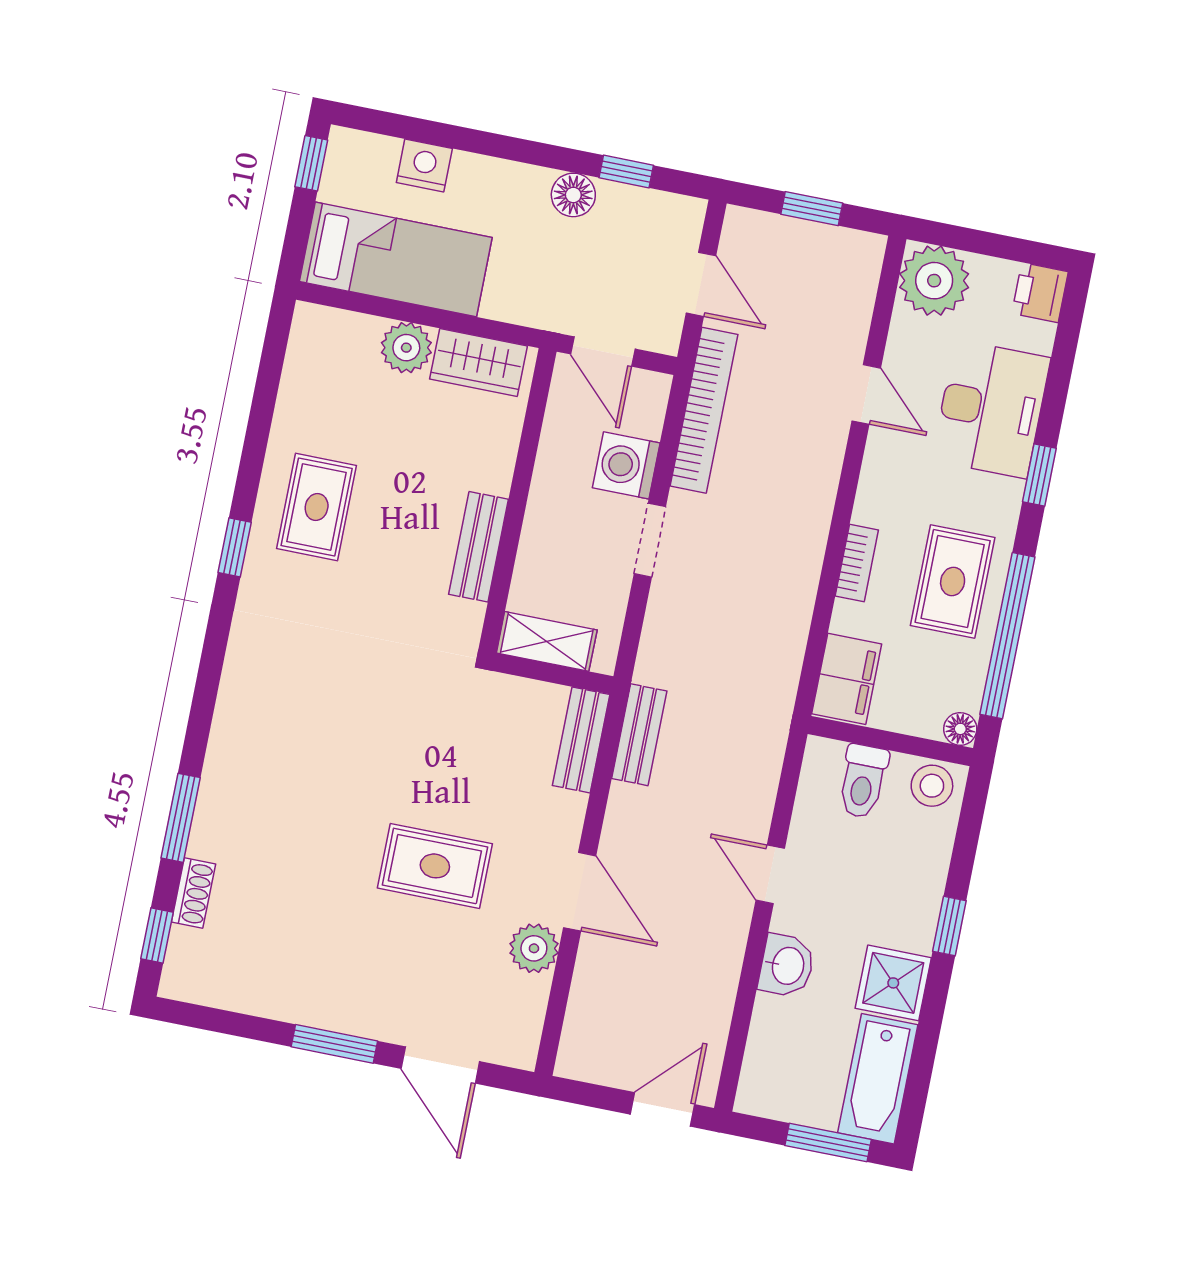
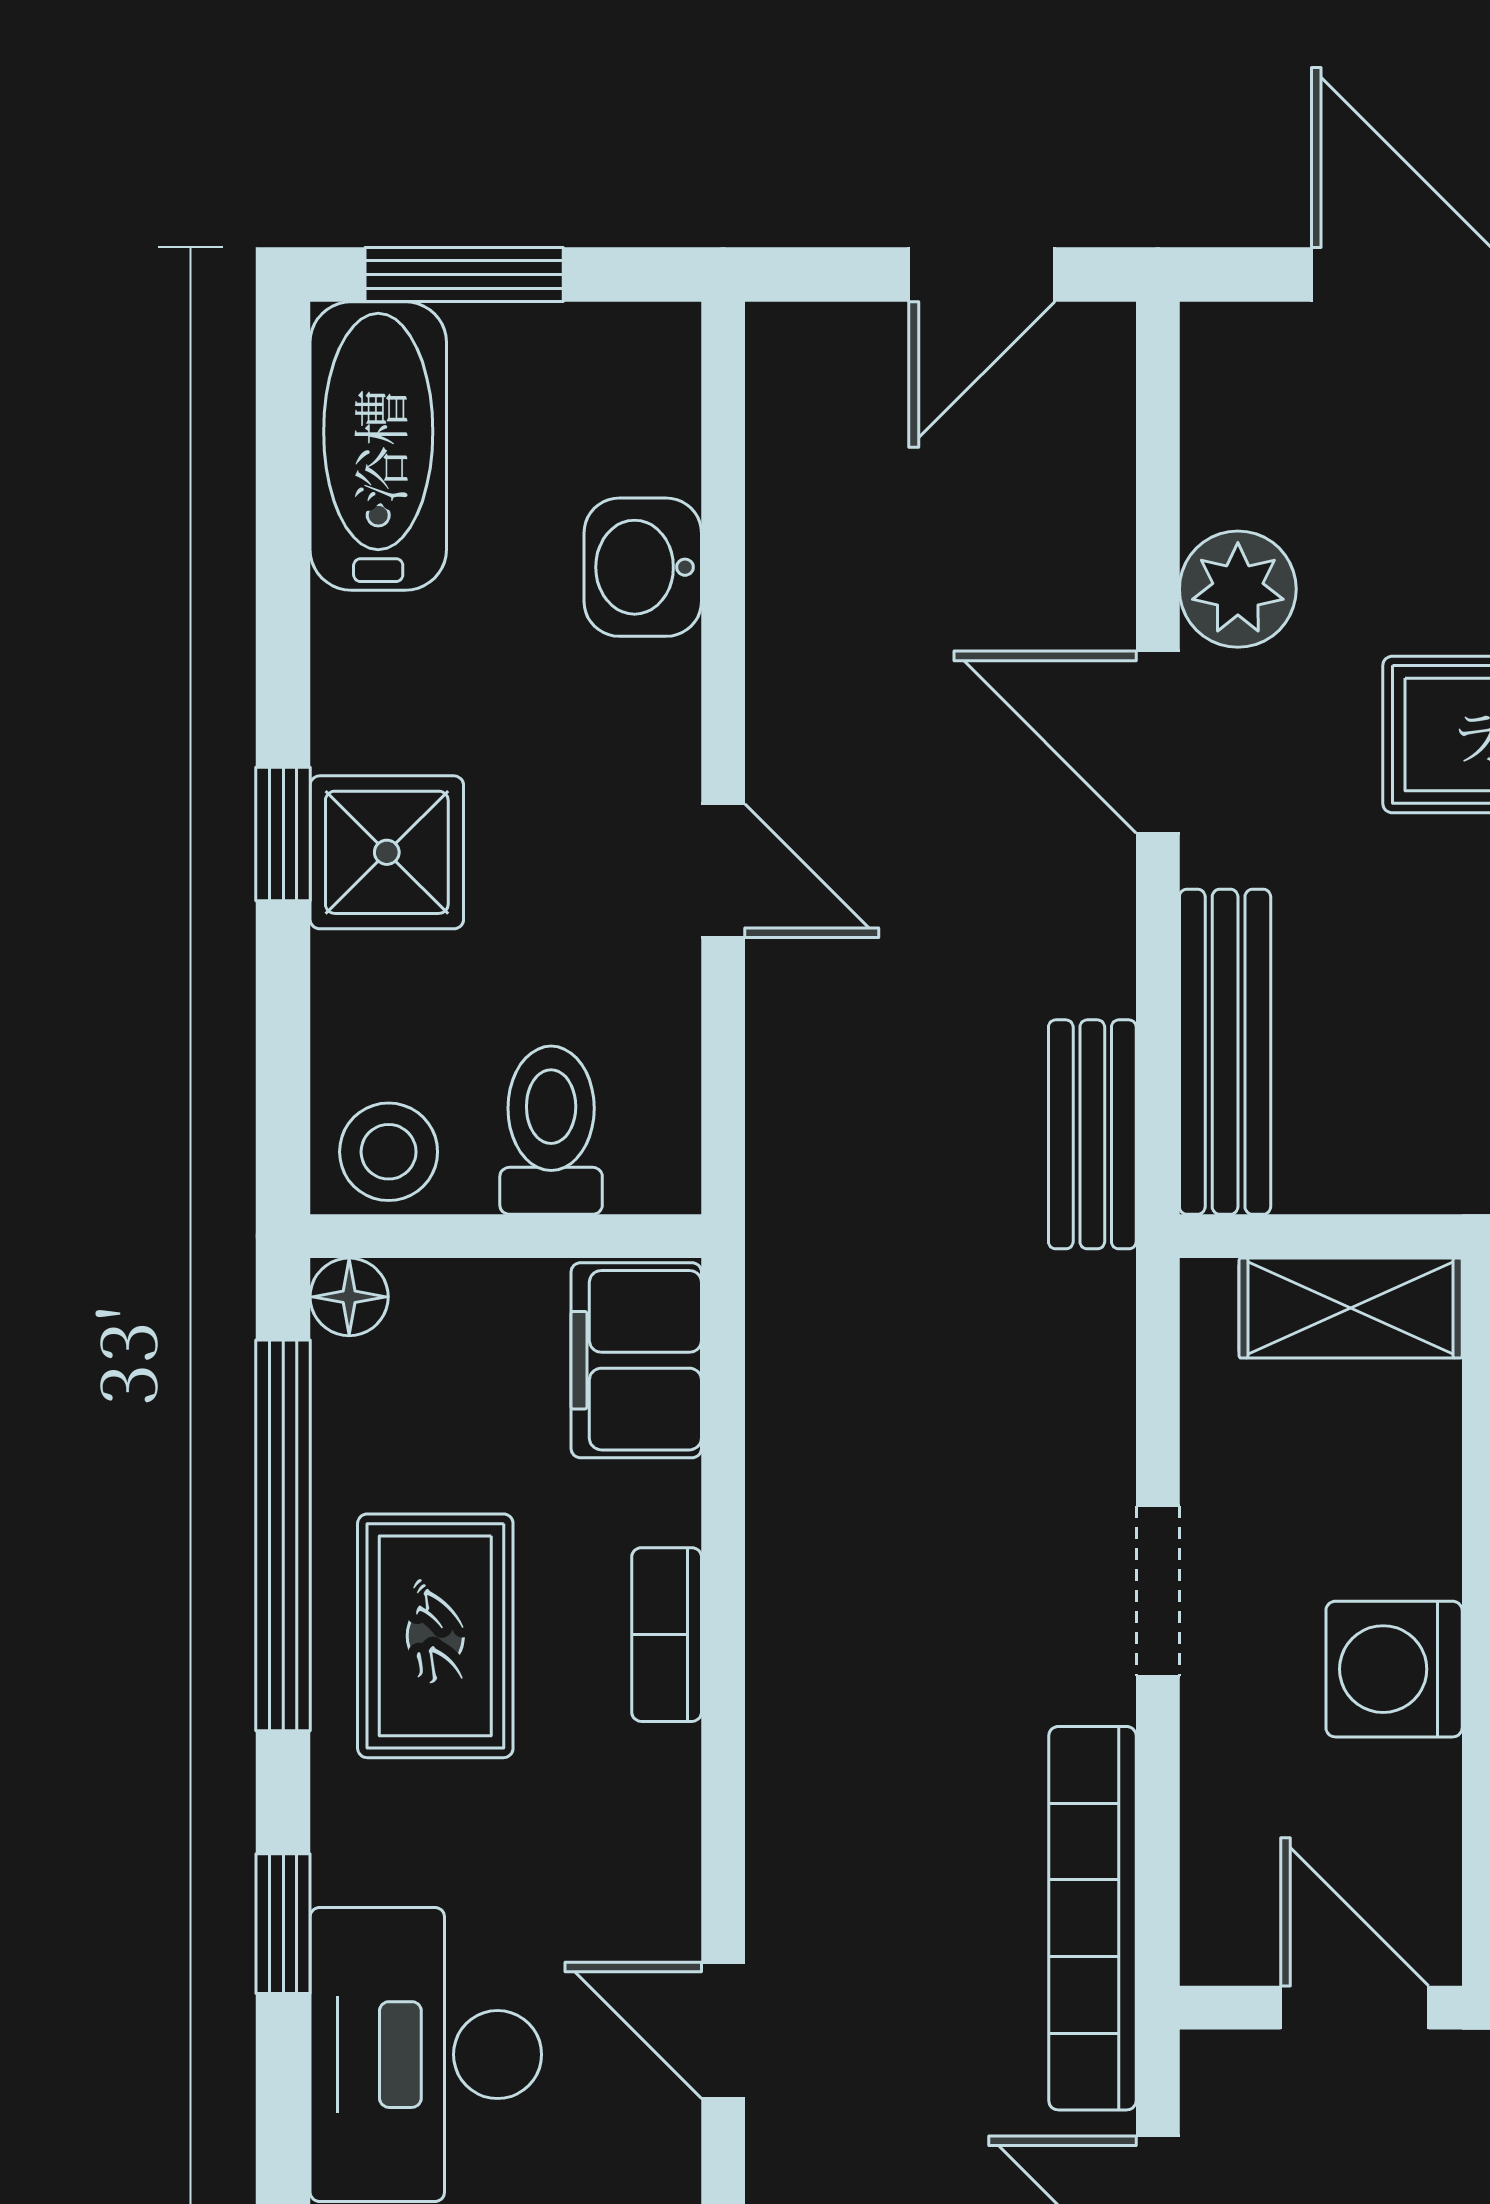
washing machine: (626, 465) -> (1394, 1669), moved, turned 180
bench: (581, 740) -> (1225, 1052), width x1.36
washbasin: (787, 966) -> (643, 567), moved
shower: (893, 983) -> (387, 852), moved
door: (662, 1109) -> (982, 274), moved

